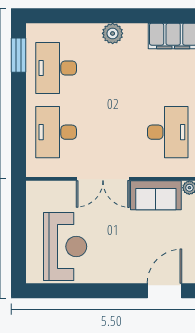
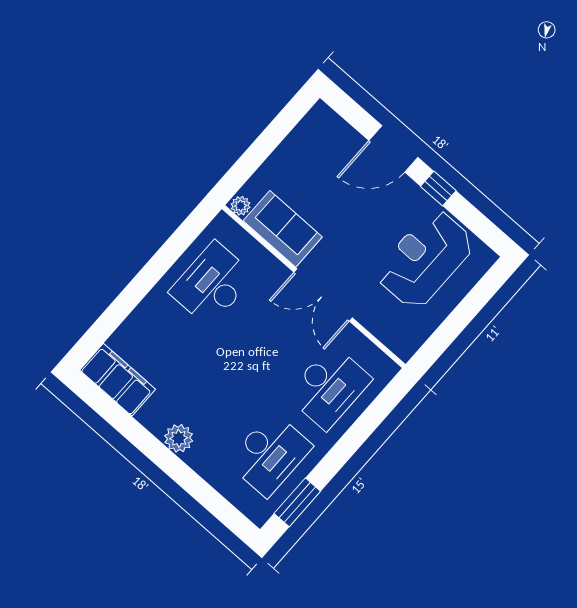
double door: (103, 179) -> (323, 295), swing flipped
window: (91, 291) -> (438, 189), added
door: (164, 291) -> (393, 149), moved

